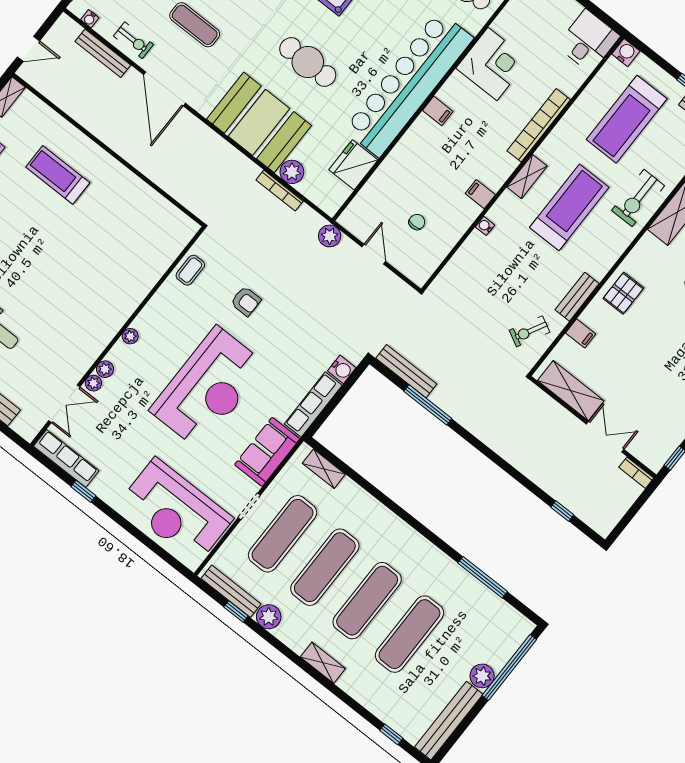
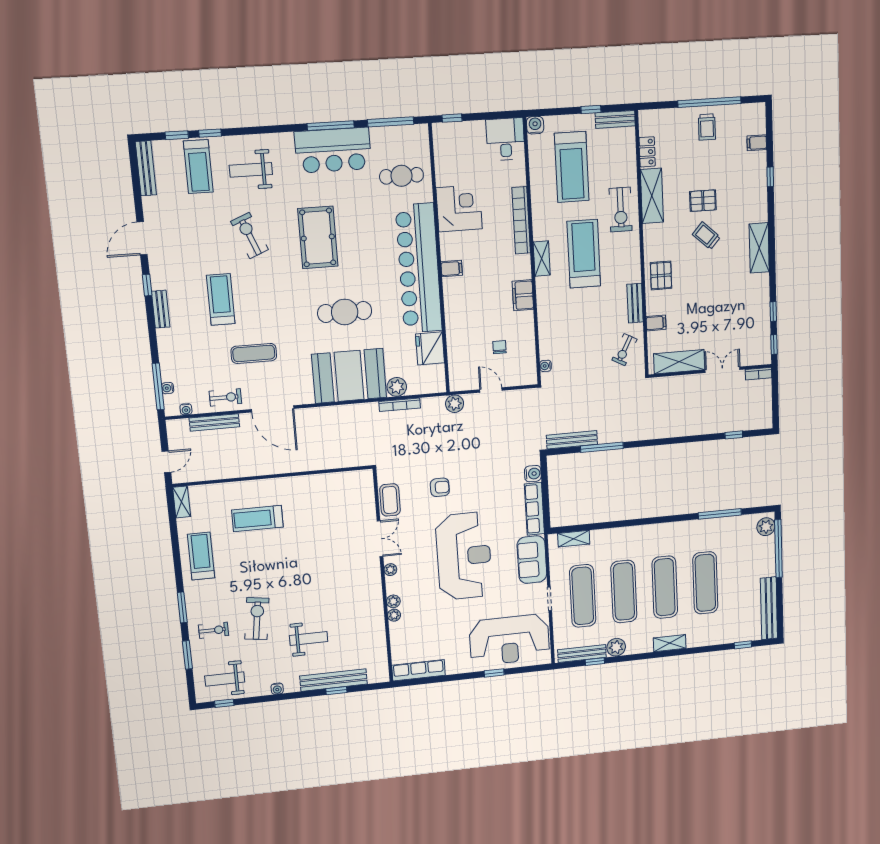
filing cabinet: (480, 194) -> (523, 295), width x2.00
water cooler: (485, 226) -> (546, 366), moved
coffee table: (190, 270) -> (390, 500), width x1.36, depth x1.30
double door: (64, 404) -> (380, 539), moved
window: (83, 491) -> (494, 673), moved
plant: (482, 676) -> (766, 527), moved

